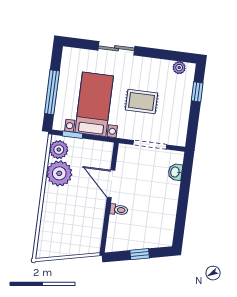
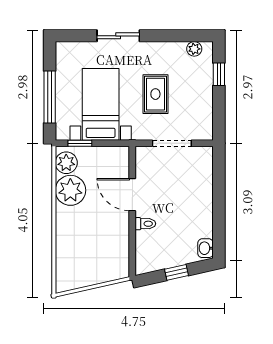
rug: (142, 101) -> (155, 94), turned 90
washbasin: (175, 172) -> (206, 248), moved

